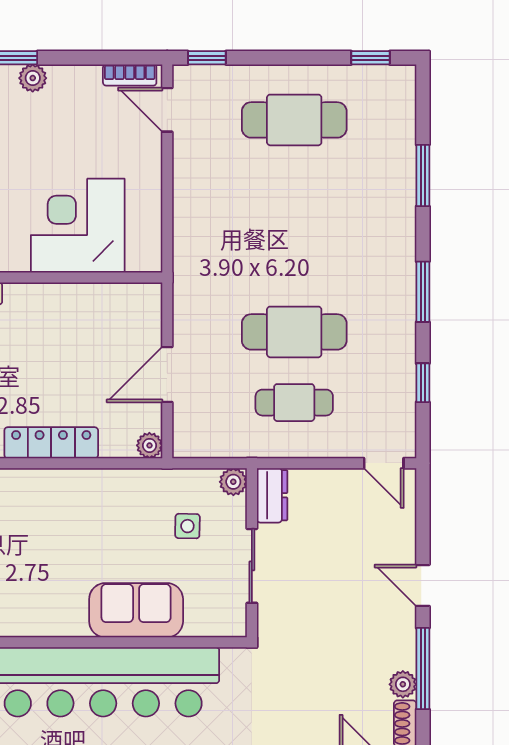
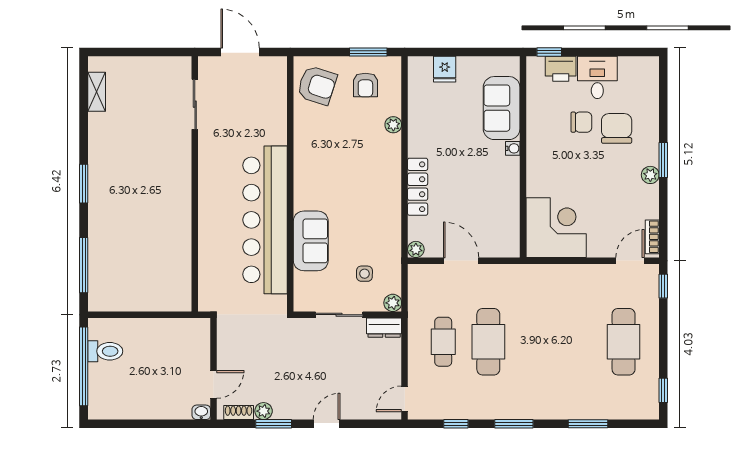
corner desk: (78, 226) -> (556, 228), moved
window: (423, 669) -> (274, 424), width x0.69

